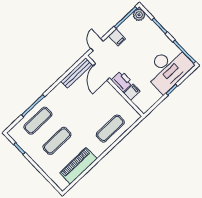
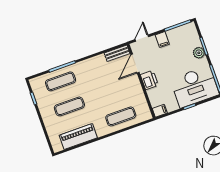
plant: (139, 15) -> (199, 53), moved
bench: (76, 73) -> (117, 53), width x0.73
filing cabinet: (132, 92) -> (160, 111), moved

